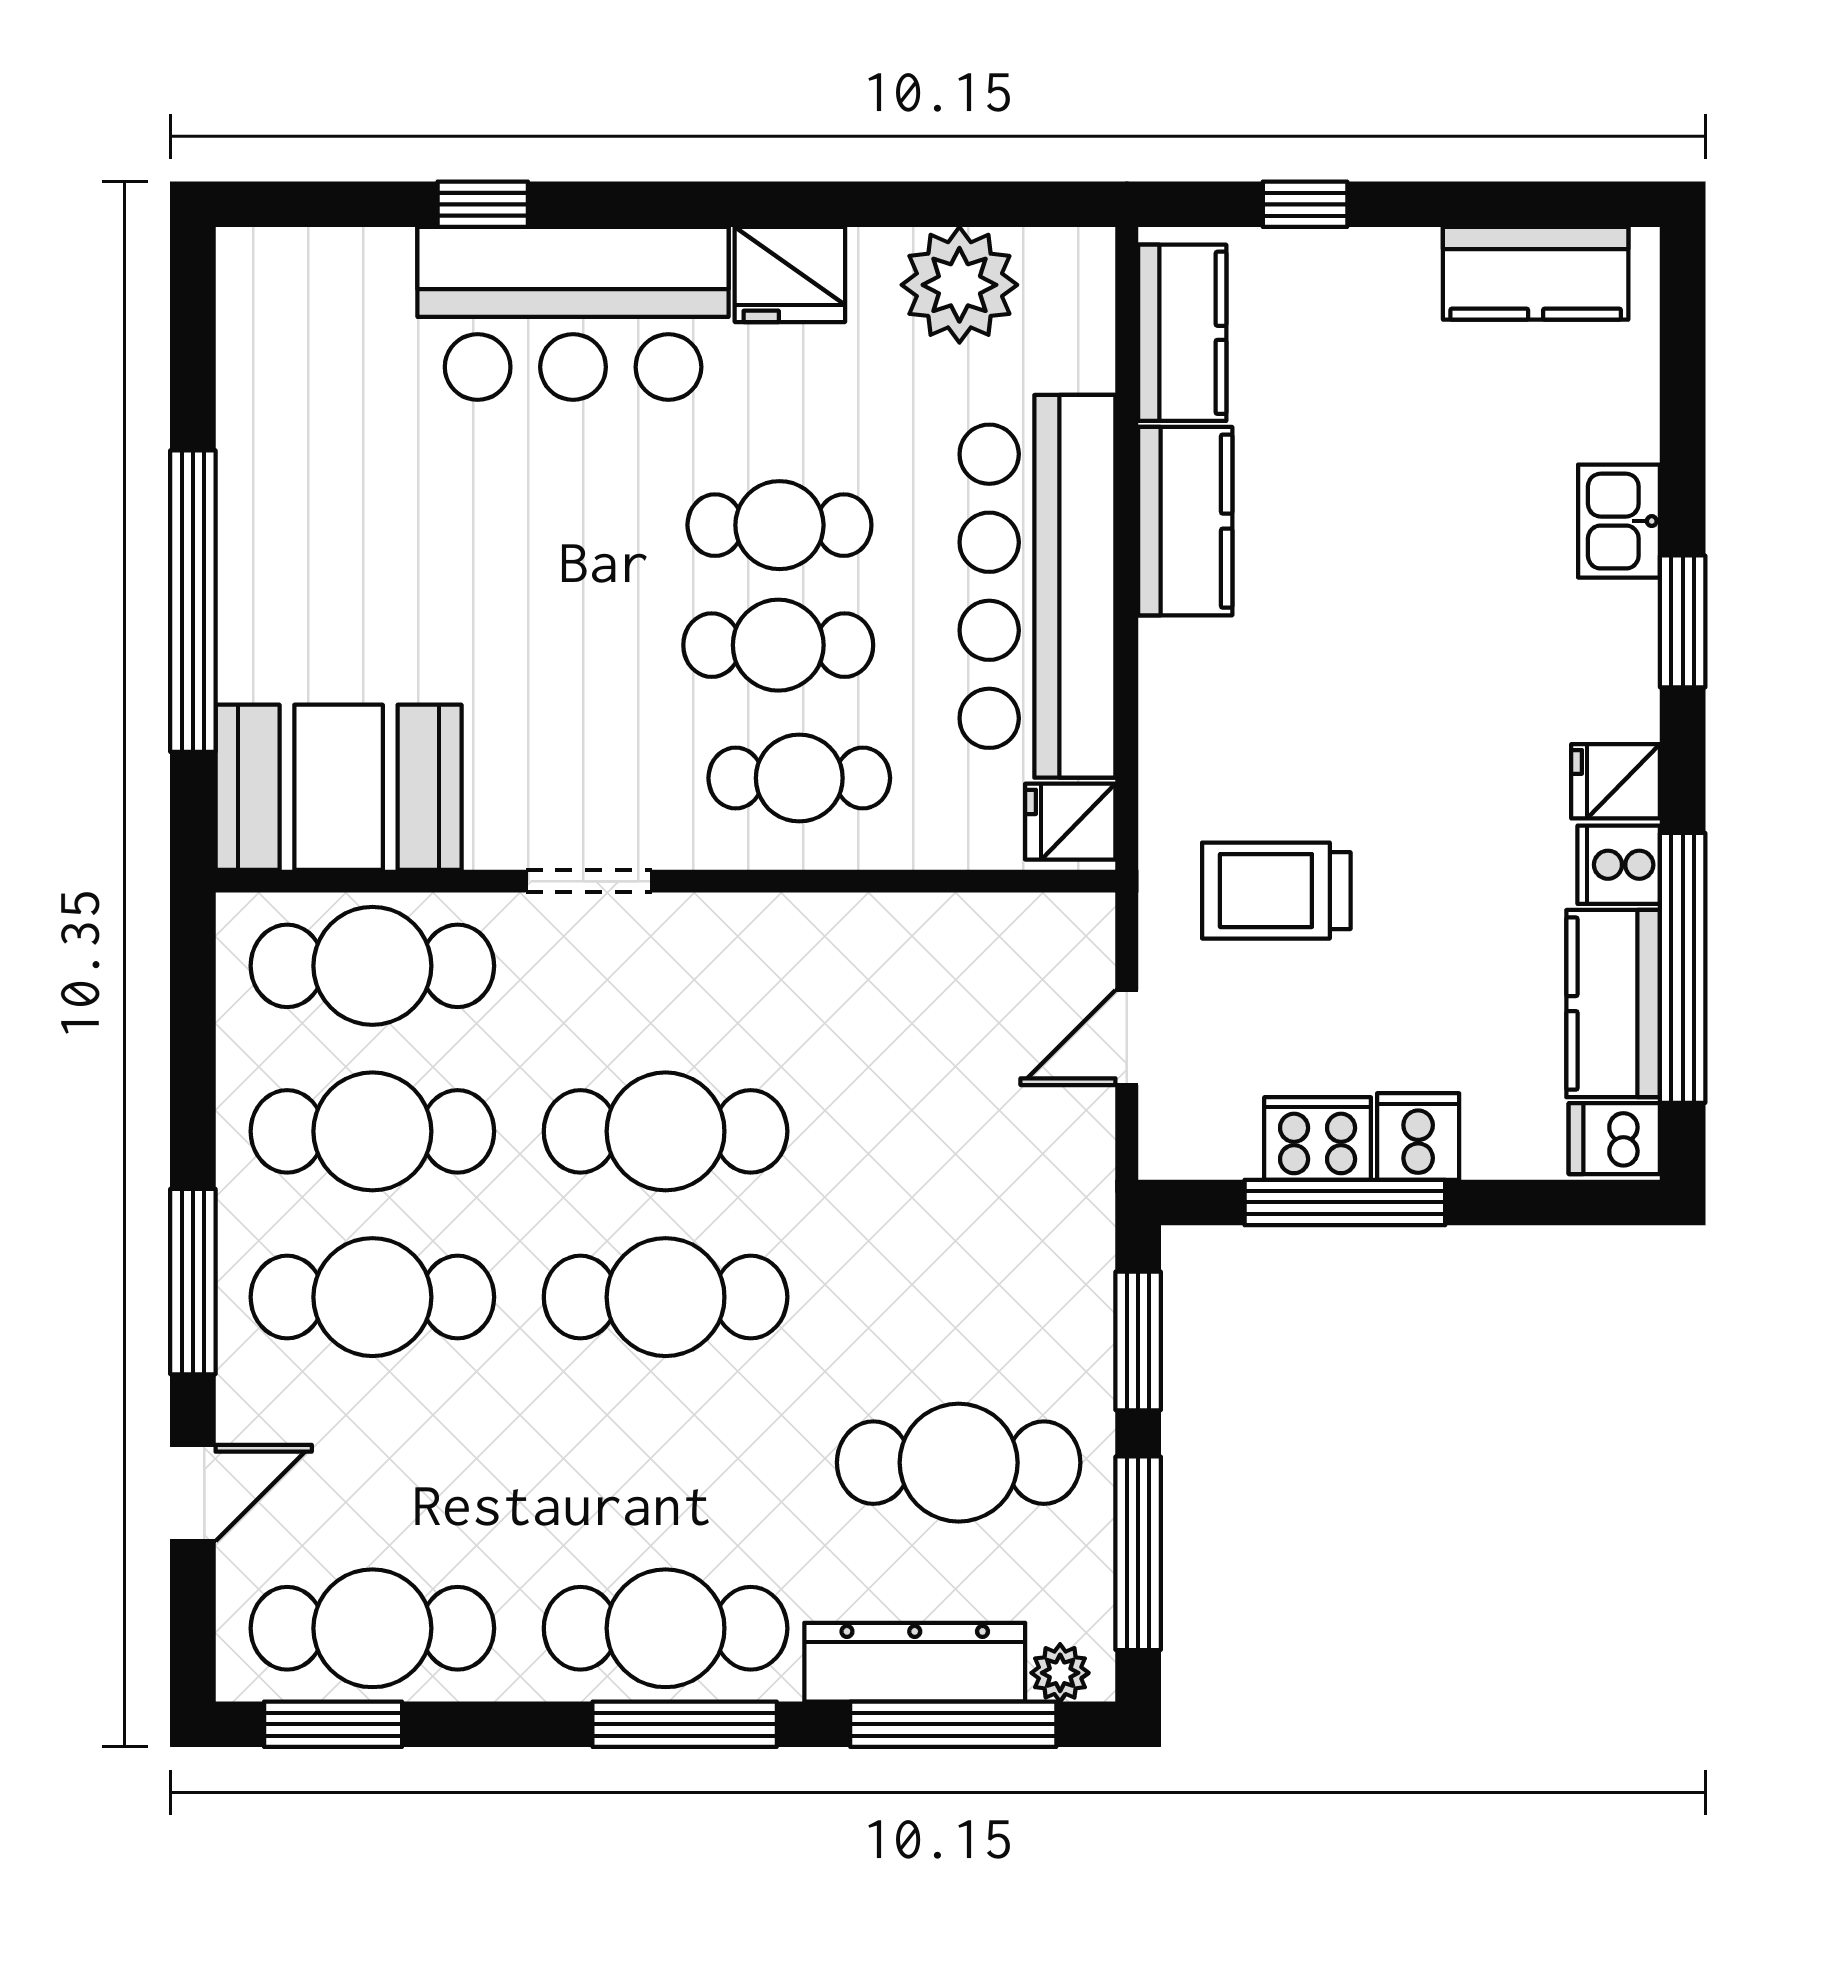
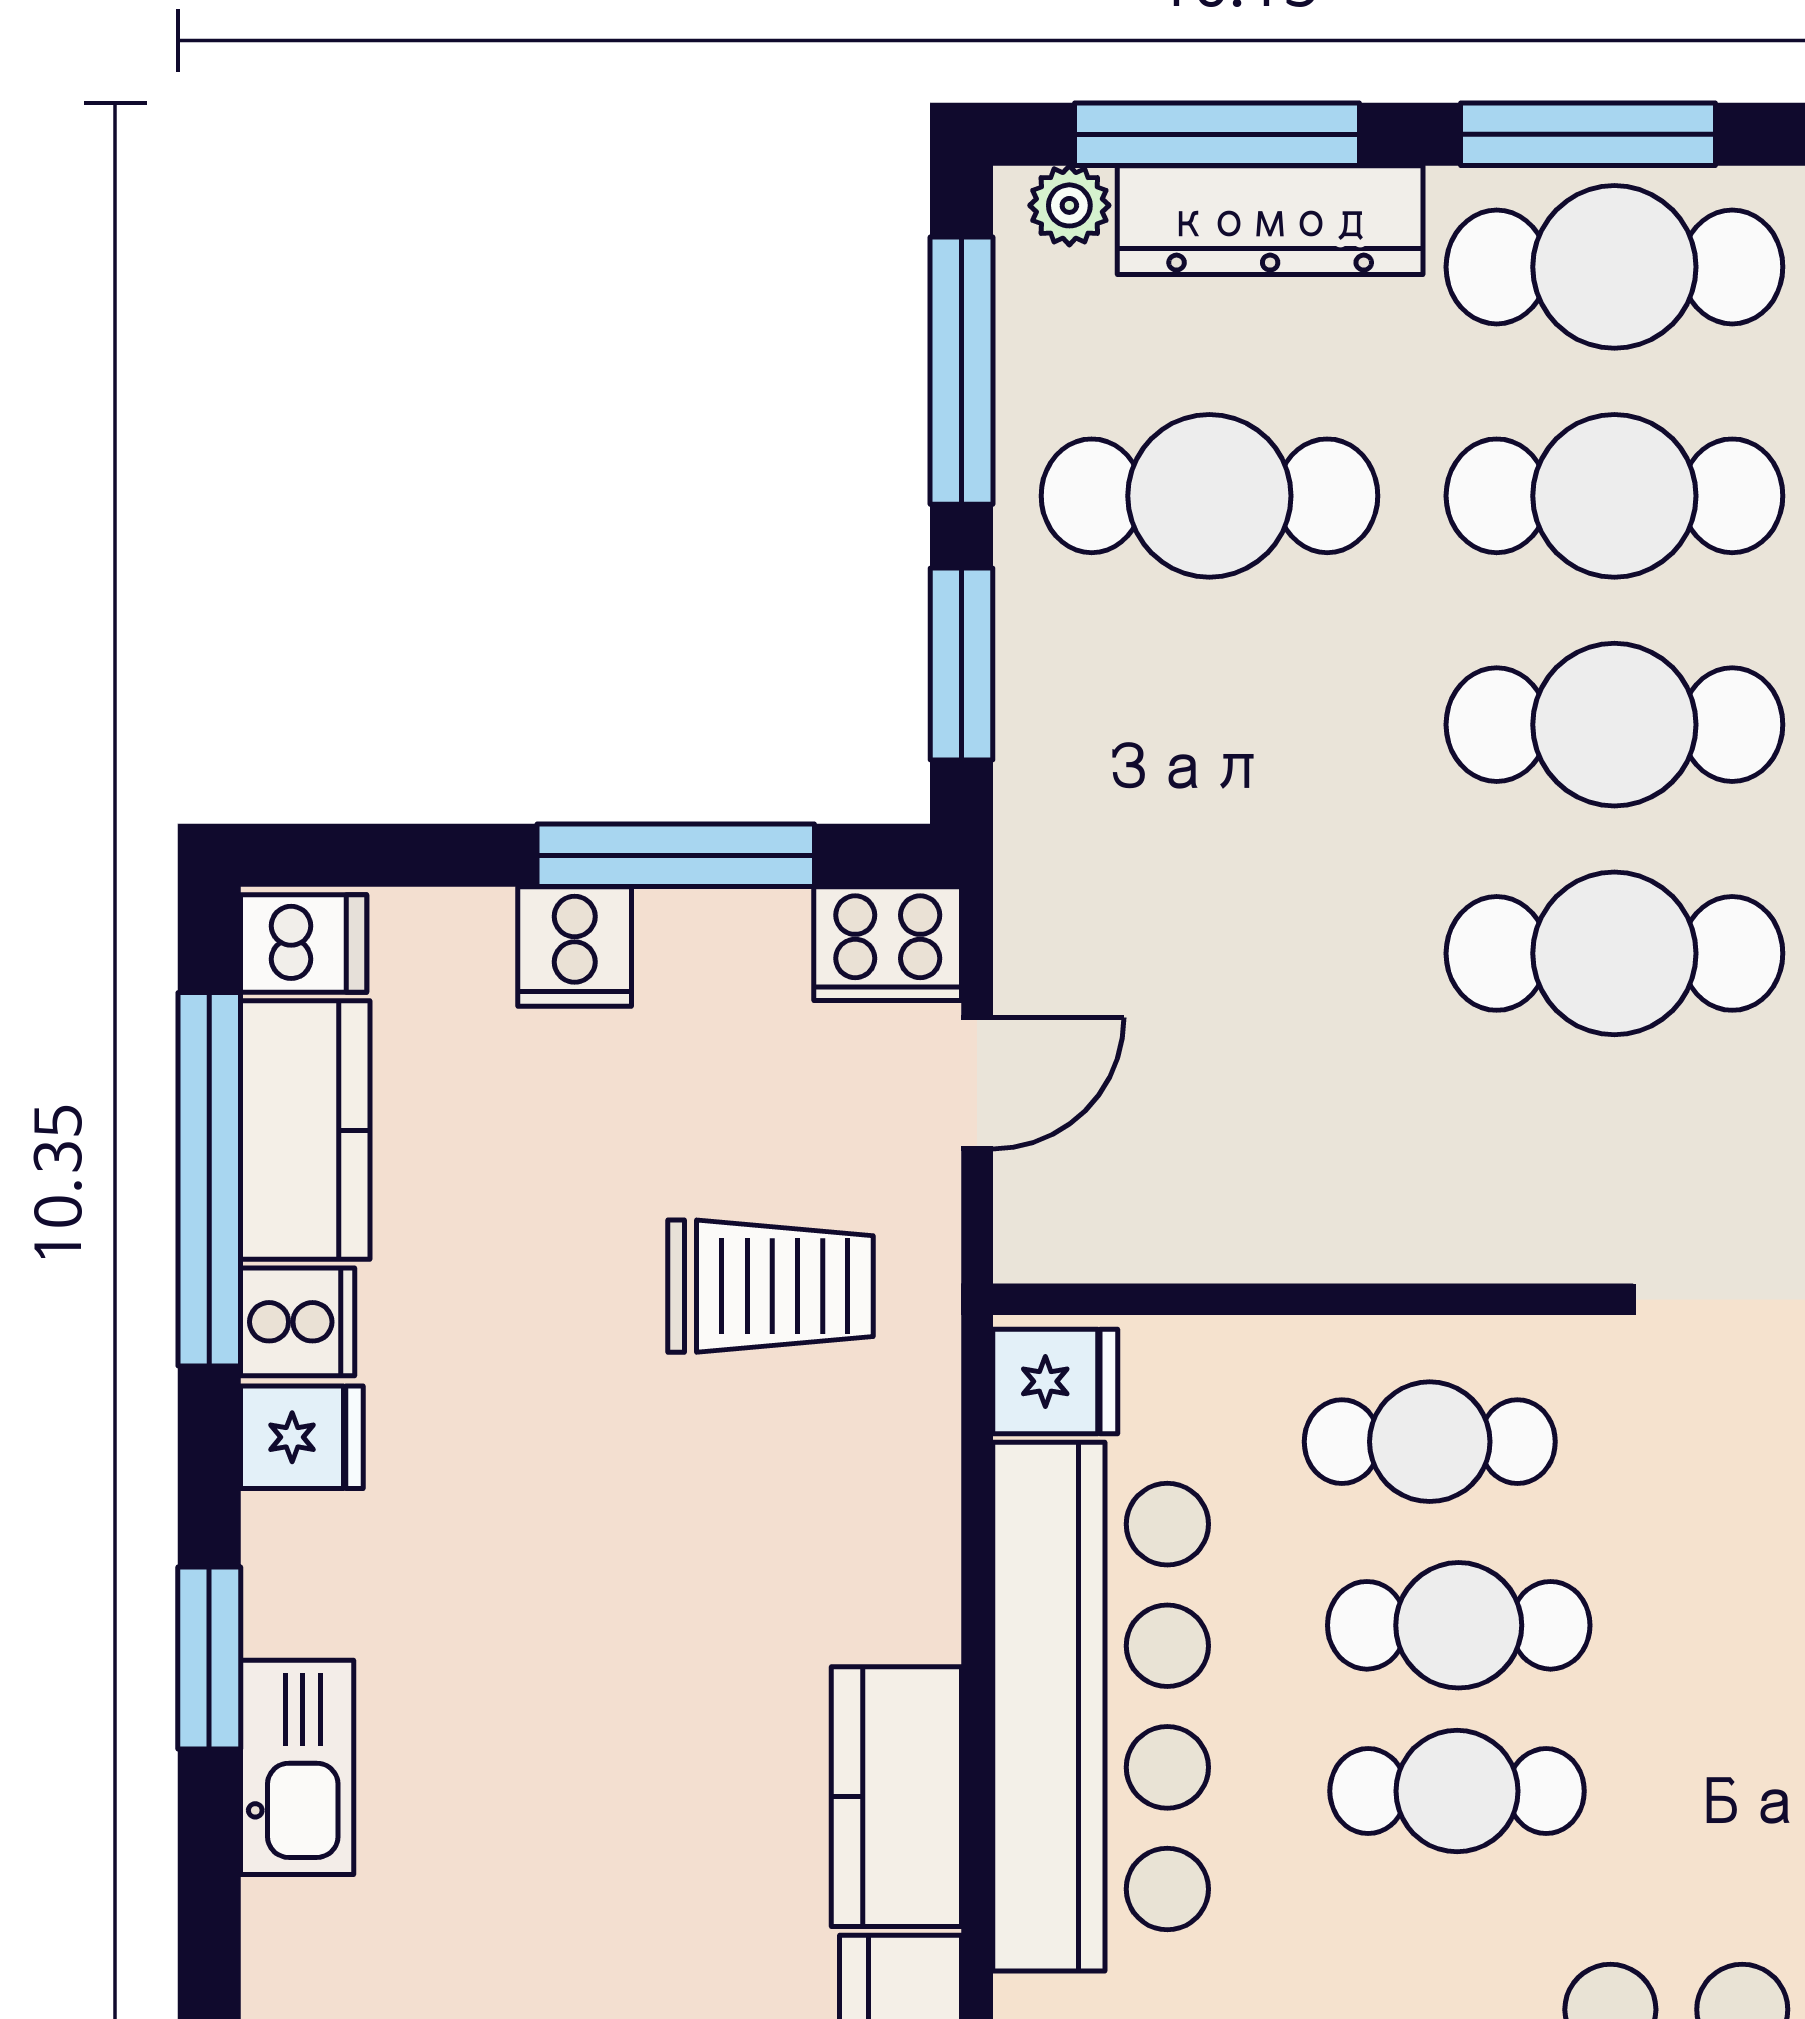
kitchen sink: (1619, 521) -> (297, 1767), width x1.38
cooker: (1318, 1139) -> (888, 944), moved
cafe table: (666, 1463) -> (1614, 496), added

